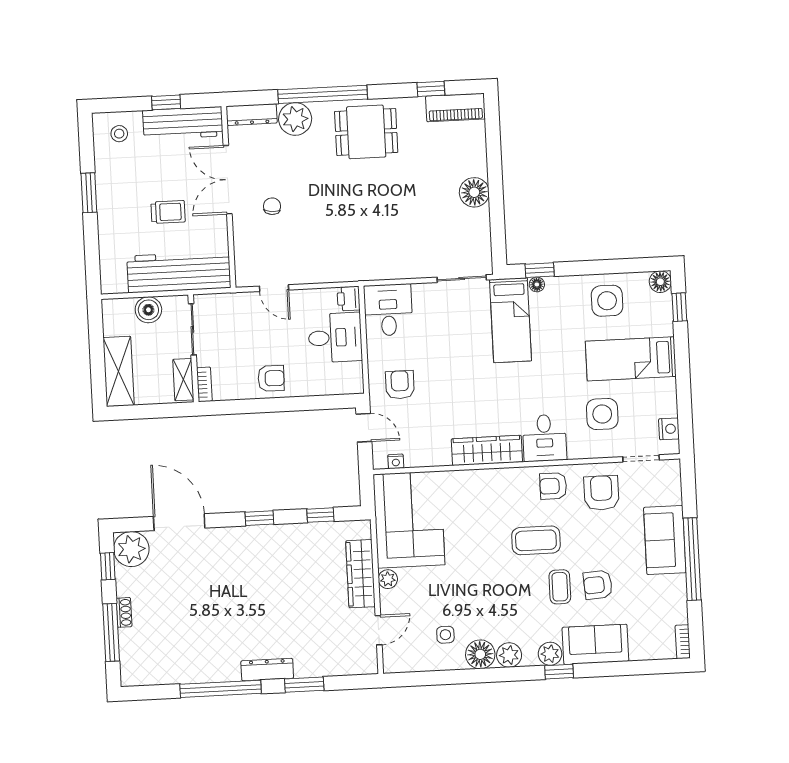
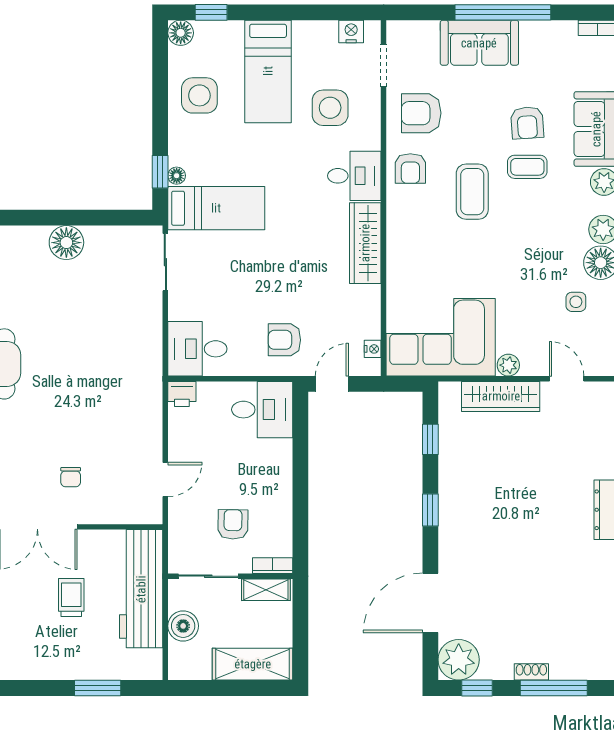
window: (89, 193) -> (98, 688), moved
chair: (272, 206) -> (71, 477), turned -96
desk: (335, 338) -> (262, 410), moved, turned 90
armchair: (271, 378) -> (233, 524), moved

